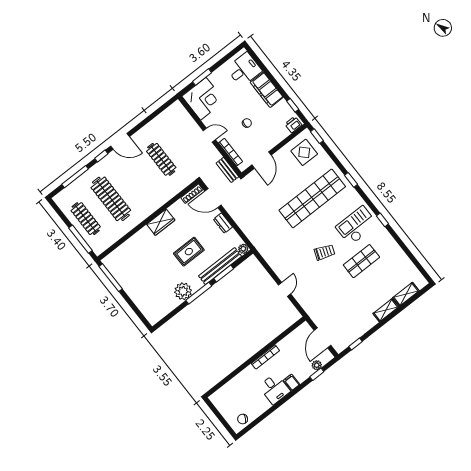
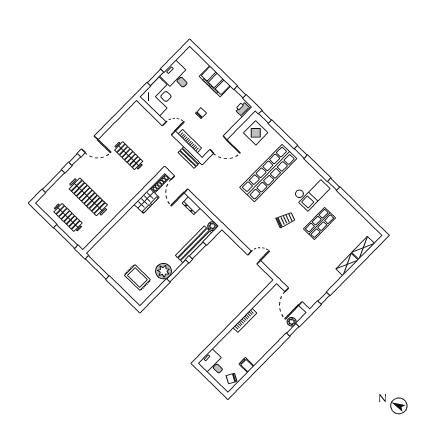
desk: (244, 70) -> (177, 77), moved, turned -90
door: (261, 160) -> (218, 145), hinge flipped
door: (213, 198) -> (179, 184), hinge flipped
wardrobe: (161, 222) -> (147, 201), moved
checkout: (357, 226) -> (311, 192), turned 180
rug: (189, 252) -> (137, 277), moved, turned 90
door: (285, 289) -> (254, 258), hinge flipped
filing cabinet: (292, 382) -> (247, 365), moved
desk: (274, 389) -> (213, 364), moved, turned 180

